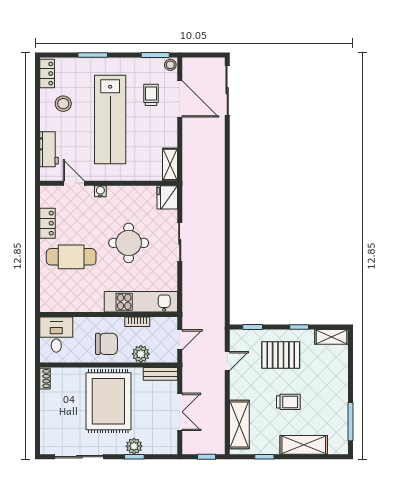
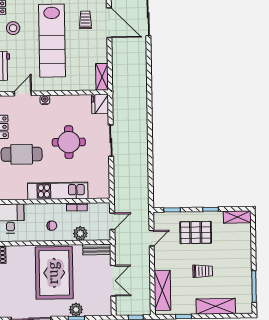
door: (74, 183) -> (23, 94), hinge flipped
kitchen unit: (141, 302) -> (58, 191), moved
chair: (106, 344) -> (52, 226), width x0.54, depth x0.54

